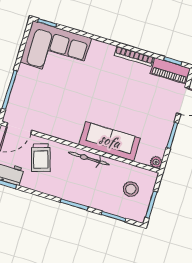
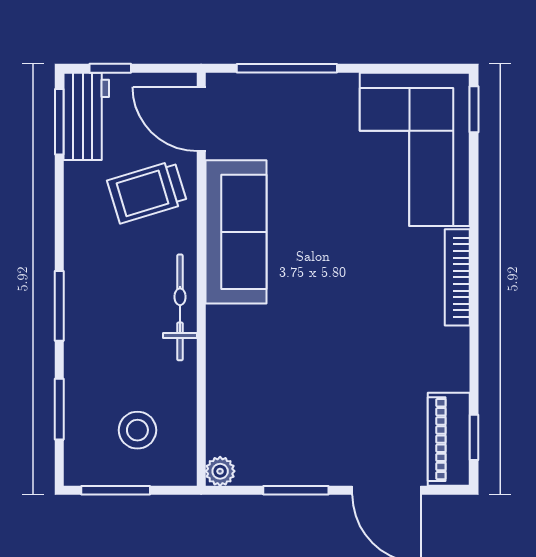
bookcase: (134, 56) -> (457, 277), moved
sofa: (110, 141) -> (236, 232), moved

